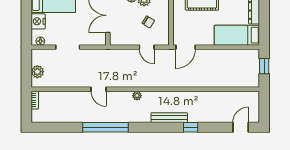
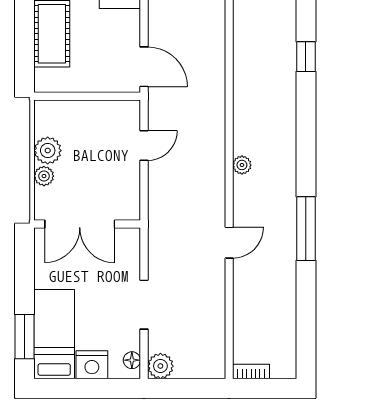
chair: (148, 22) -> (93, 142), removed
plant: (37, 72) -> (160, 366), moved
bench: (169, 118) -> (286, 100), removed
window: (105, 127) -> (306, 229), width x0.68

